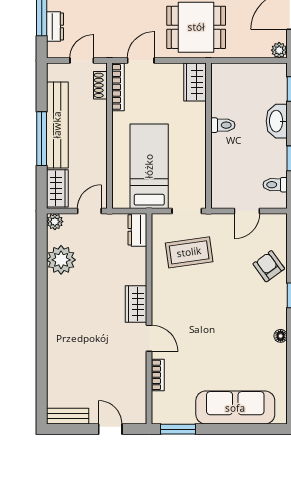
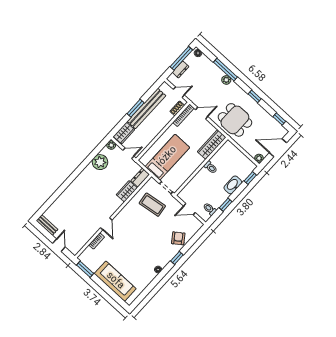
wardrobe: (195, 82) -> (212, 144), width x1.50
window: (42, 139) -> (136, 108), width x0.69
wardrobe: (136, 304) -> (127, 191), moved

